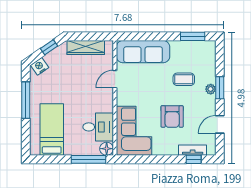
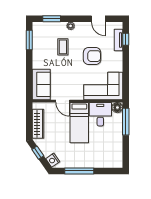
sofa: (143, 52) -> (41, 84), width x0.73
window: (220, 88) -> (52, 19), moved
bed: (52, 130) -> (79, 123), moved, turned -90

